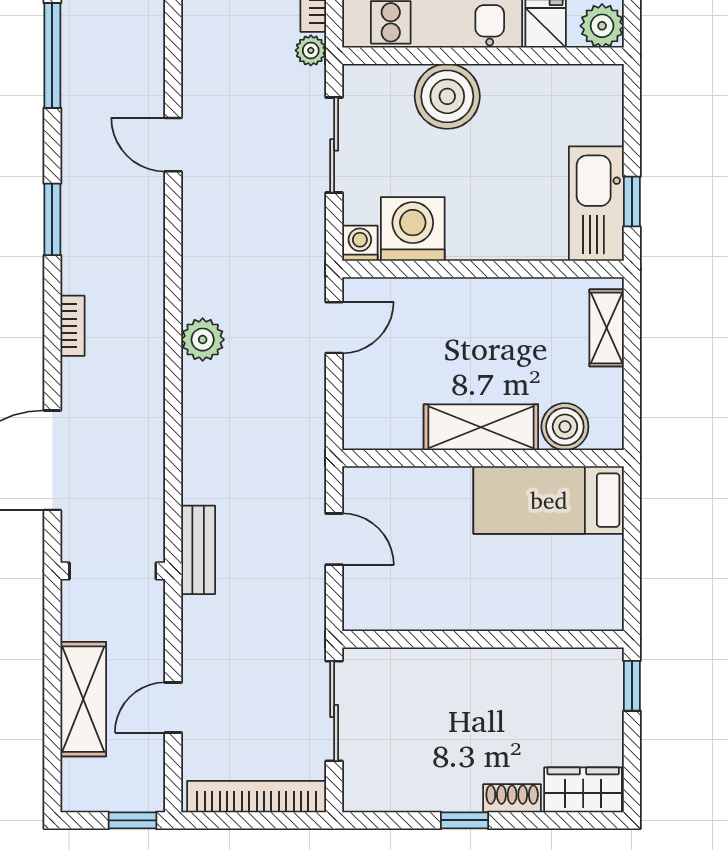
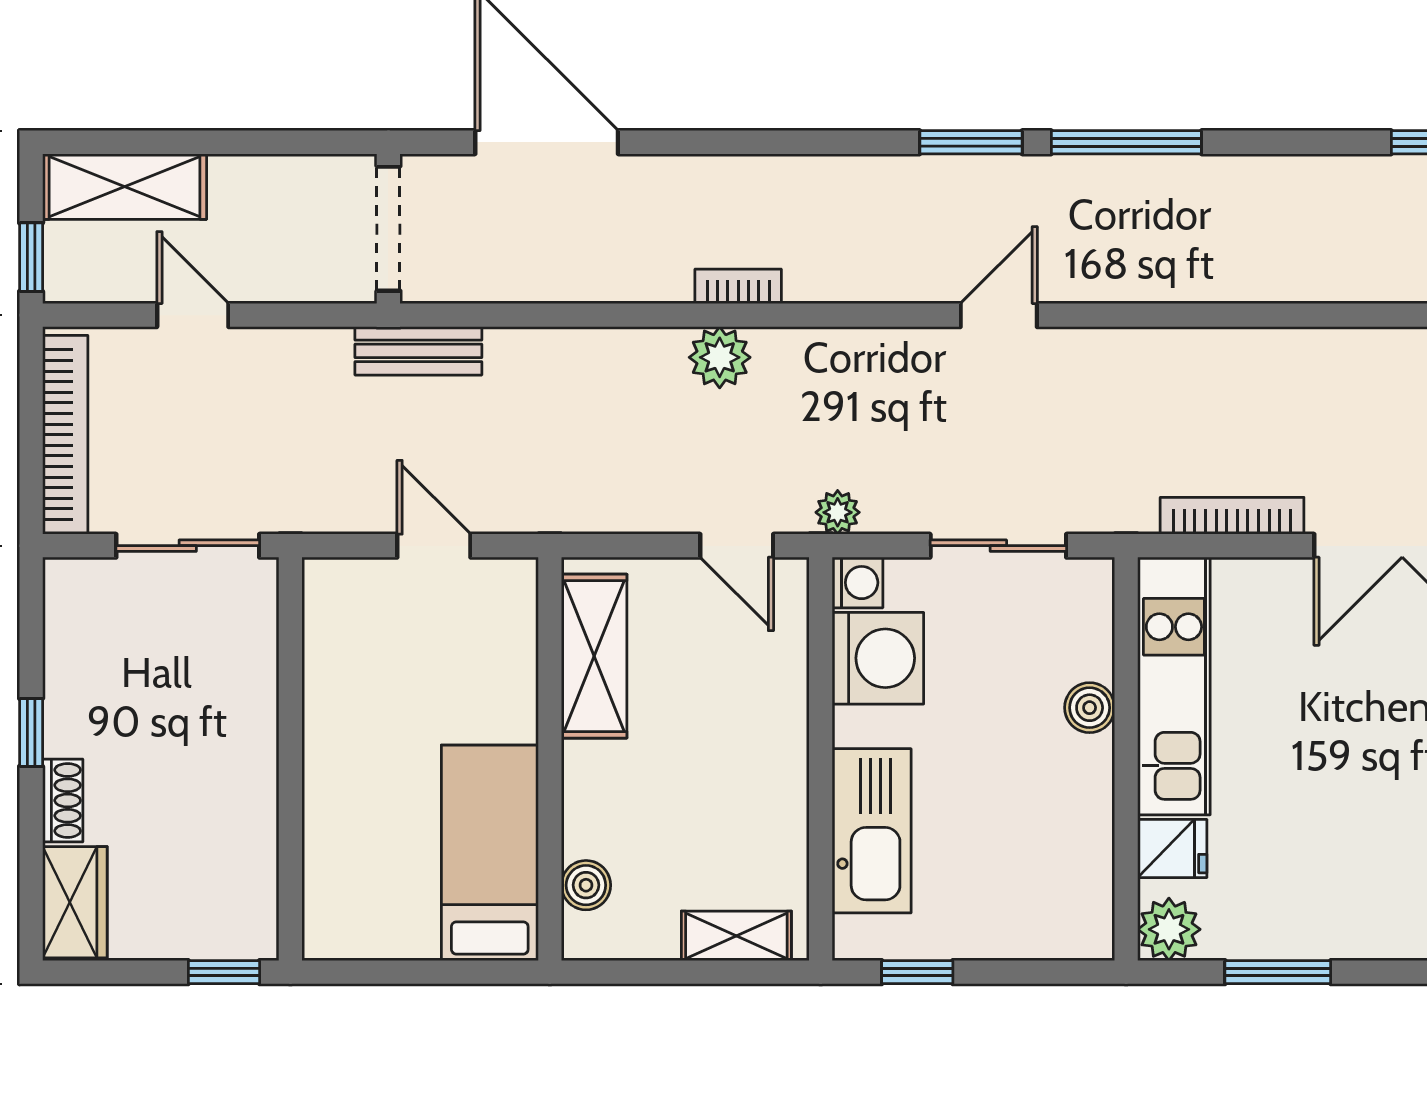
plant: (311, 50) -> (838, 512), moved
boiler: (447, 96) -> (1090, 708), width x0.54, depth x0.54
kitchen sink: (596, 204) -> (872, 831), moved, turned 90
window: (52, 219) -> (971, 142), moved
bookcase: (73, 326) -> (738, 286), moved, turned 180
shelving: (481, 427) -> (594, 656), moved
boiler: (565, 427) -> (586, 885), width x0.73, depth x0.73
door: (334, 539) -> (434, 546), swing flipped
shelving: (83, 699) -> (125, 187), moved

